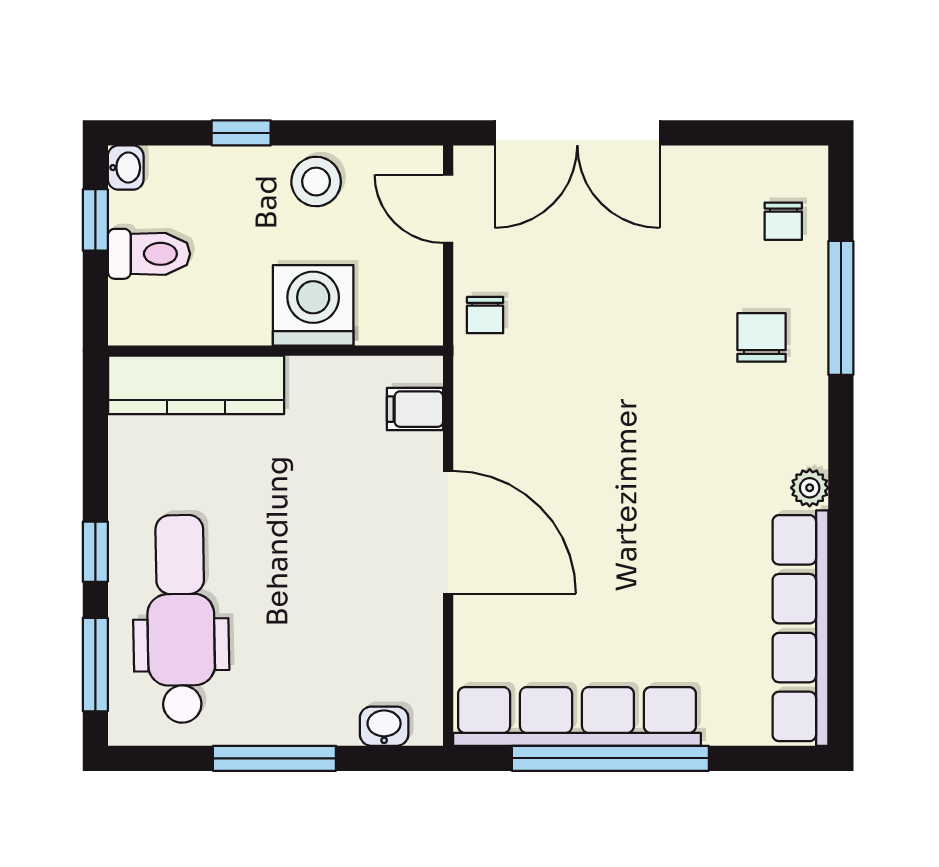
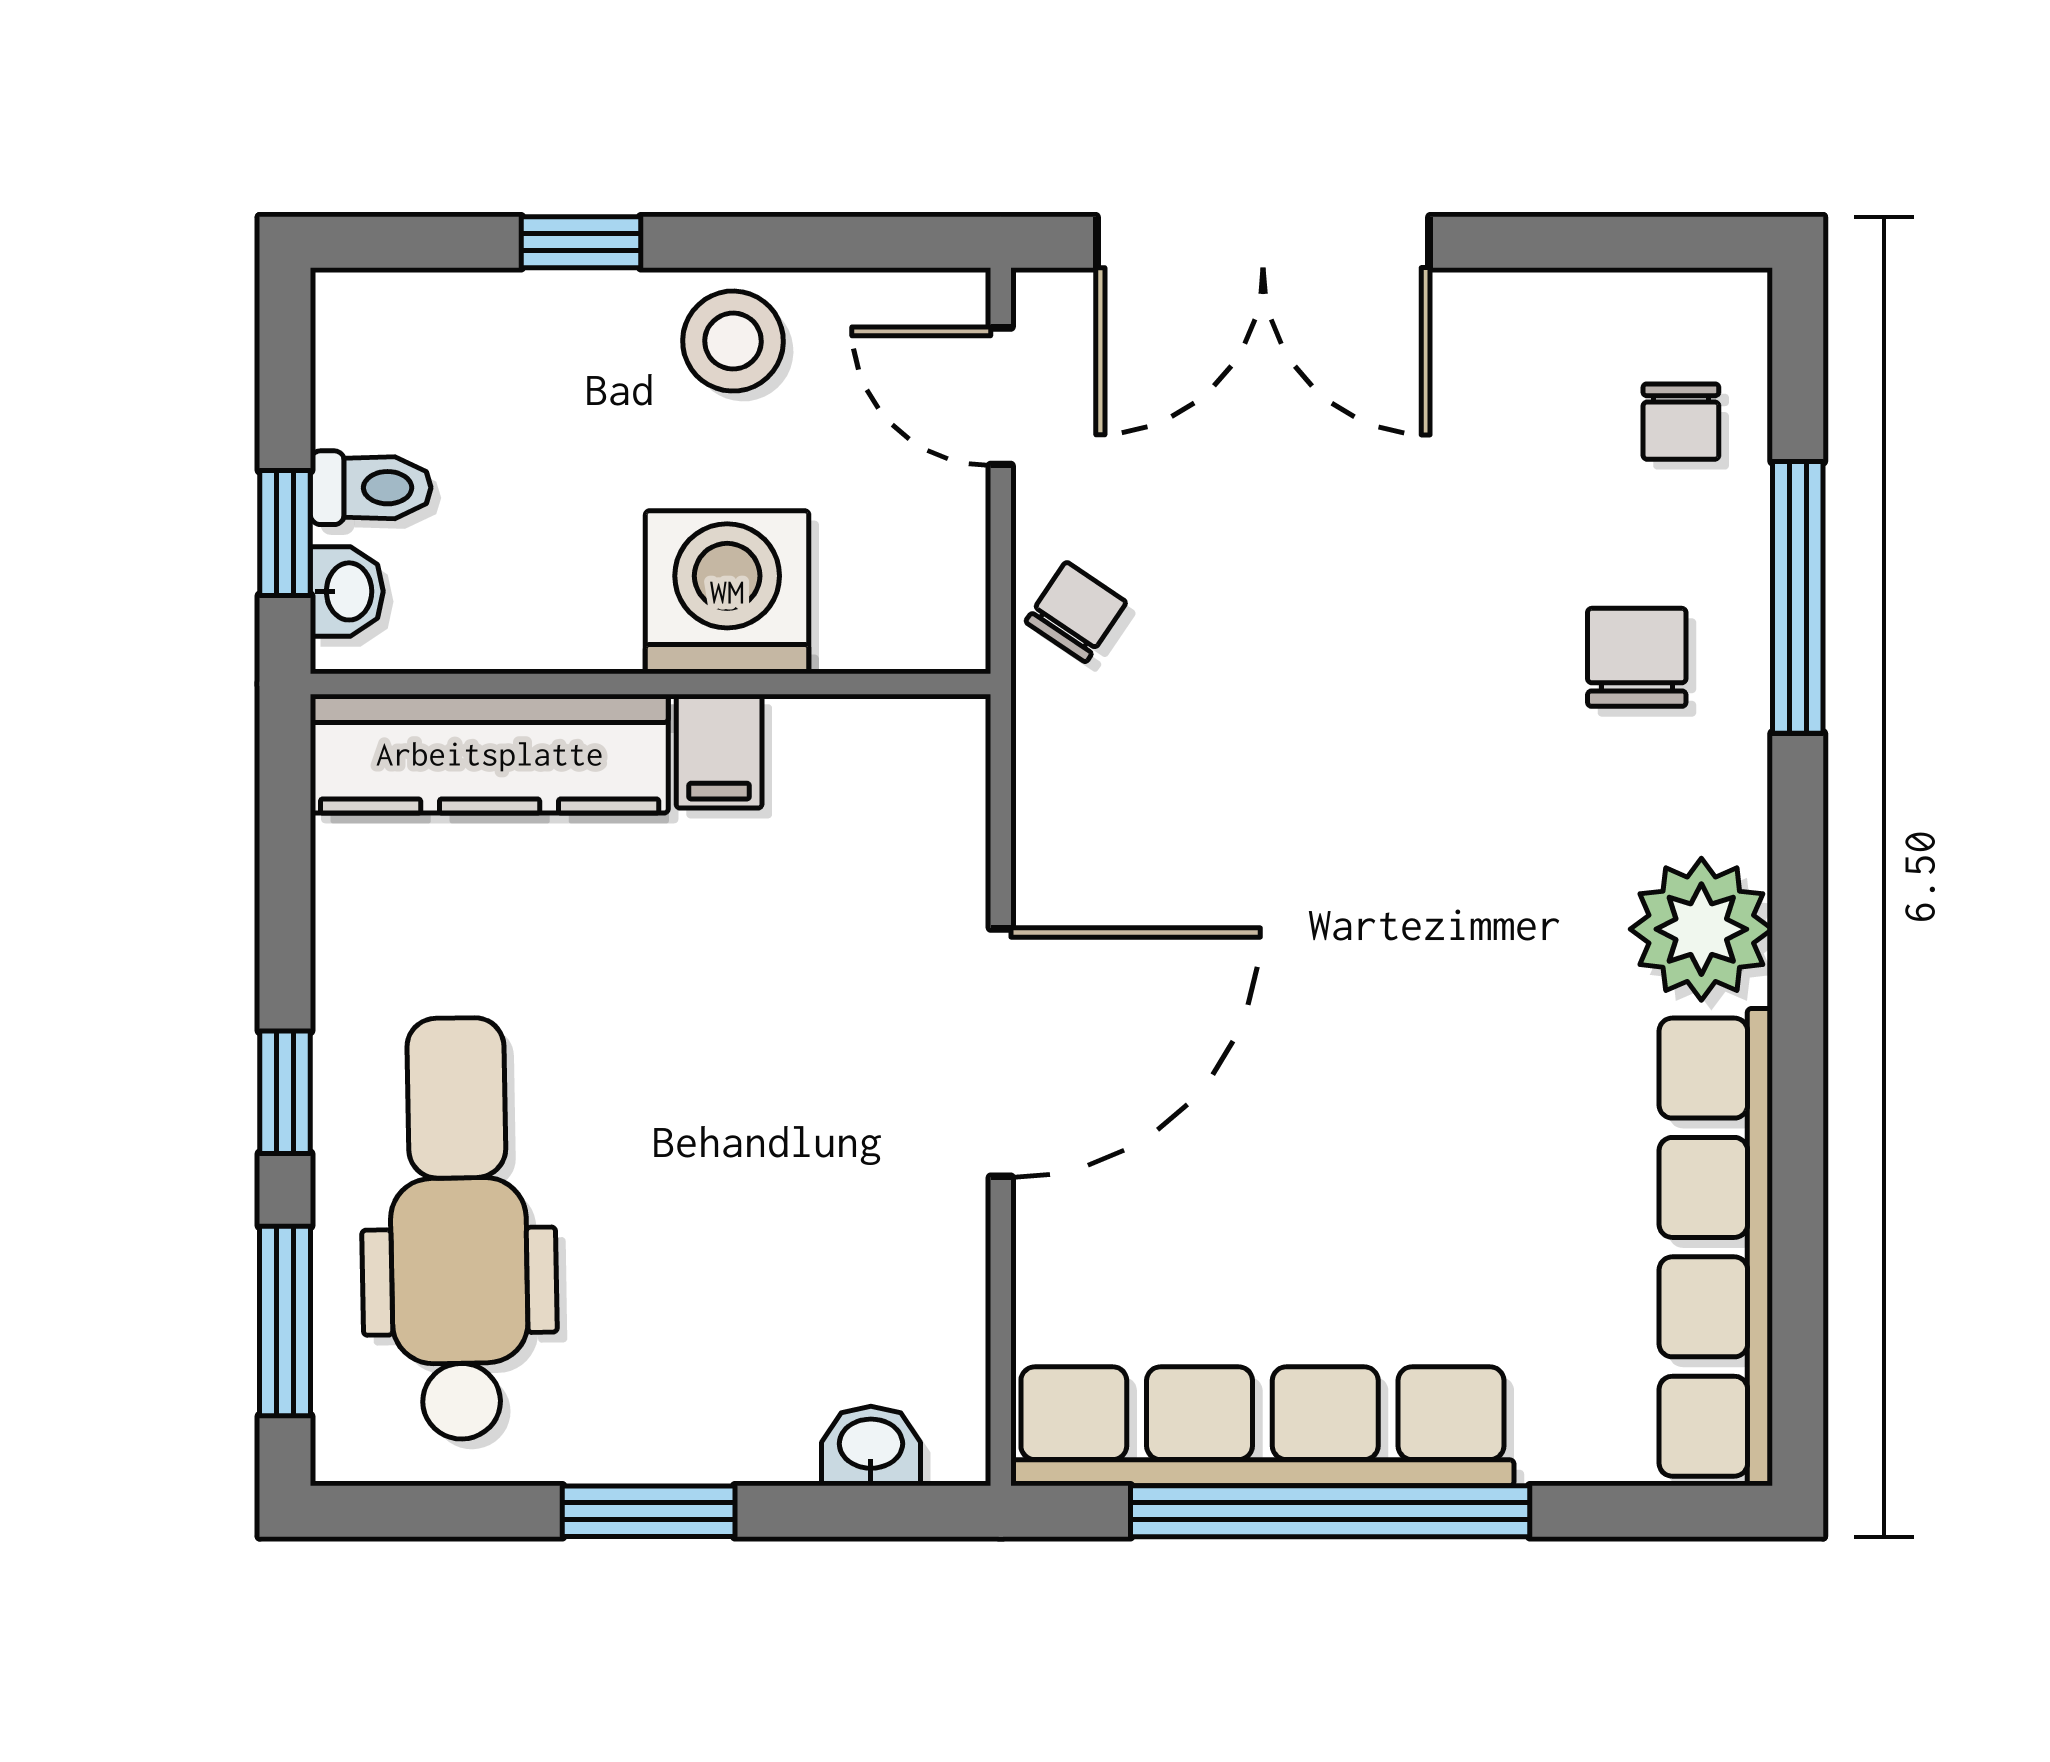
washbasin: (126, 168) -> (347, 591), moved
window: (95, 220) -> (285, 533), moved
toilet: (149, 254) -> (371, 488), width x0.73, depth x0.72
chair: (485, 315) -> (1076, 612), turned -146
filing cabinet: (415, 409) -> (719, 751), moved, turned -90
plant: (810, 488) -> (1701, 929), width x1.87, depth x1.87
door: (448, 532) -> (1001, 1053), hinge flipped
window: (274, 758) -> (649, 1511), width x0.69

